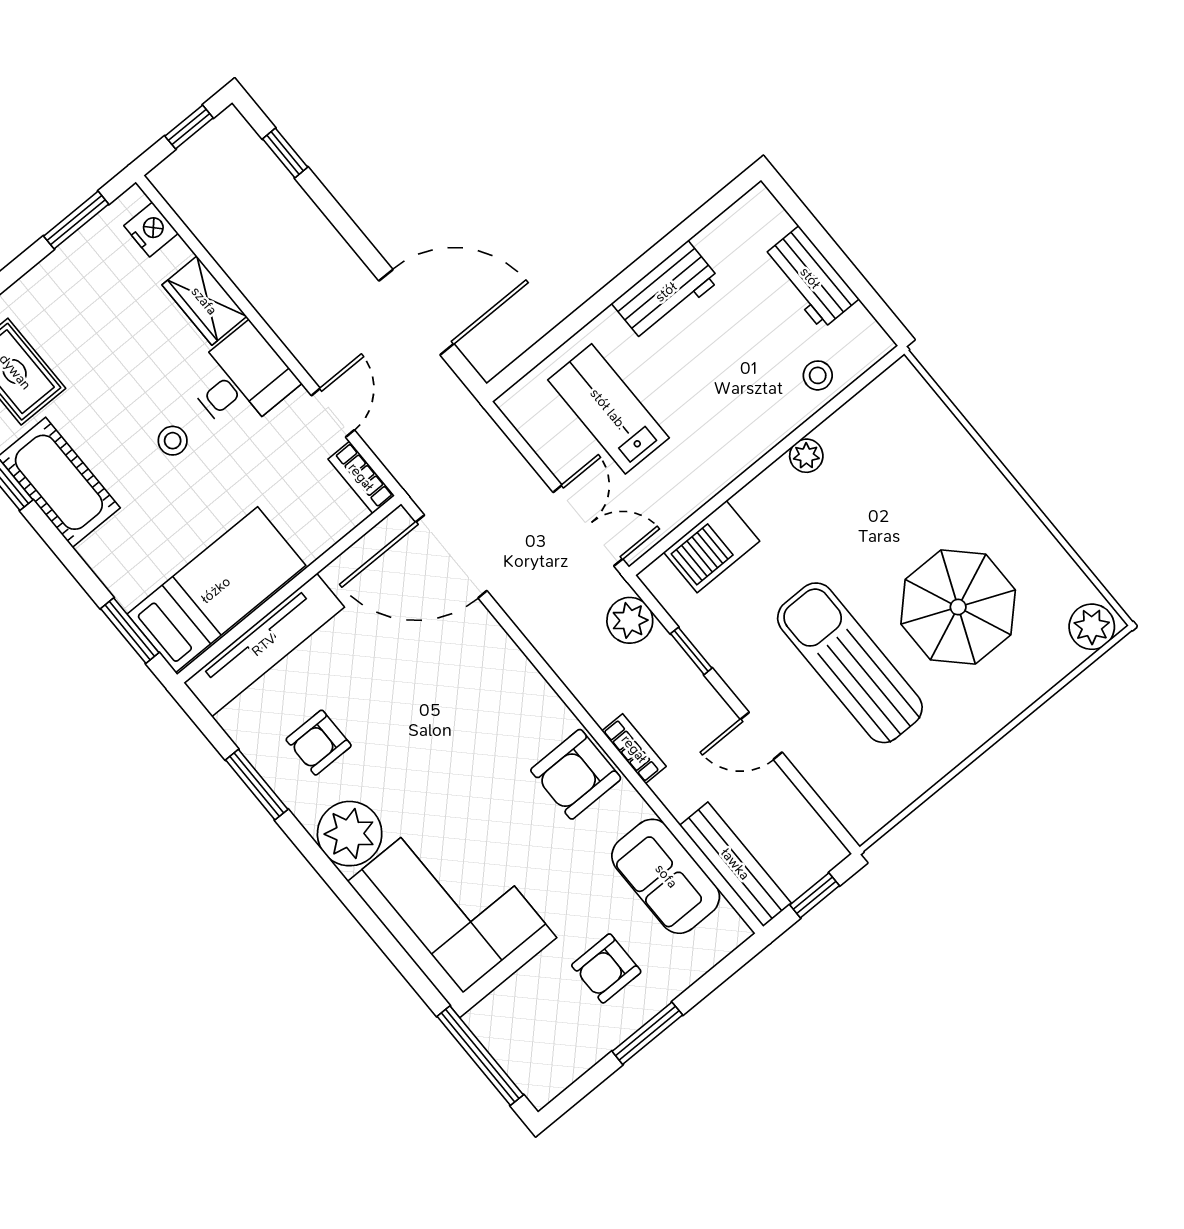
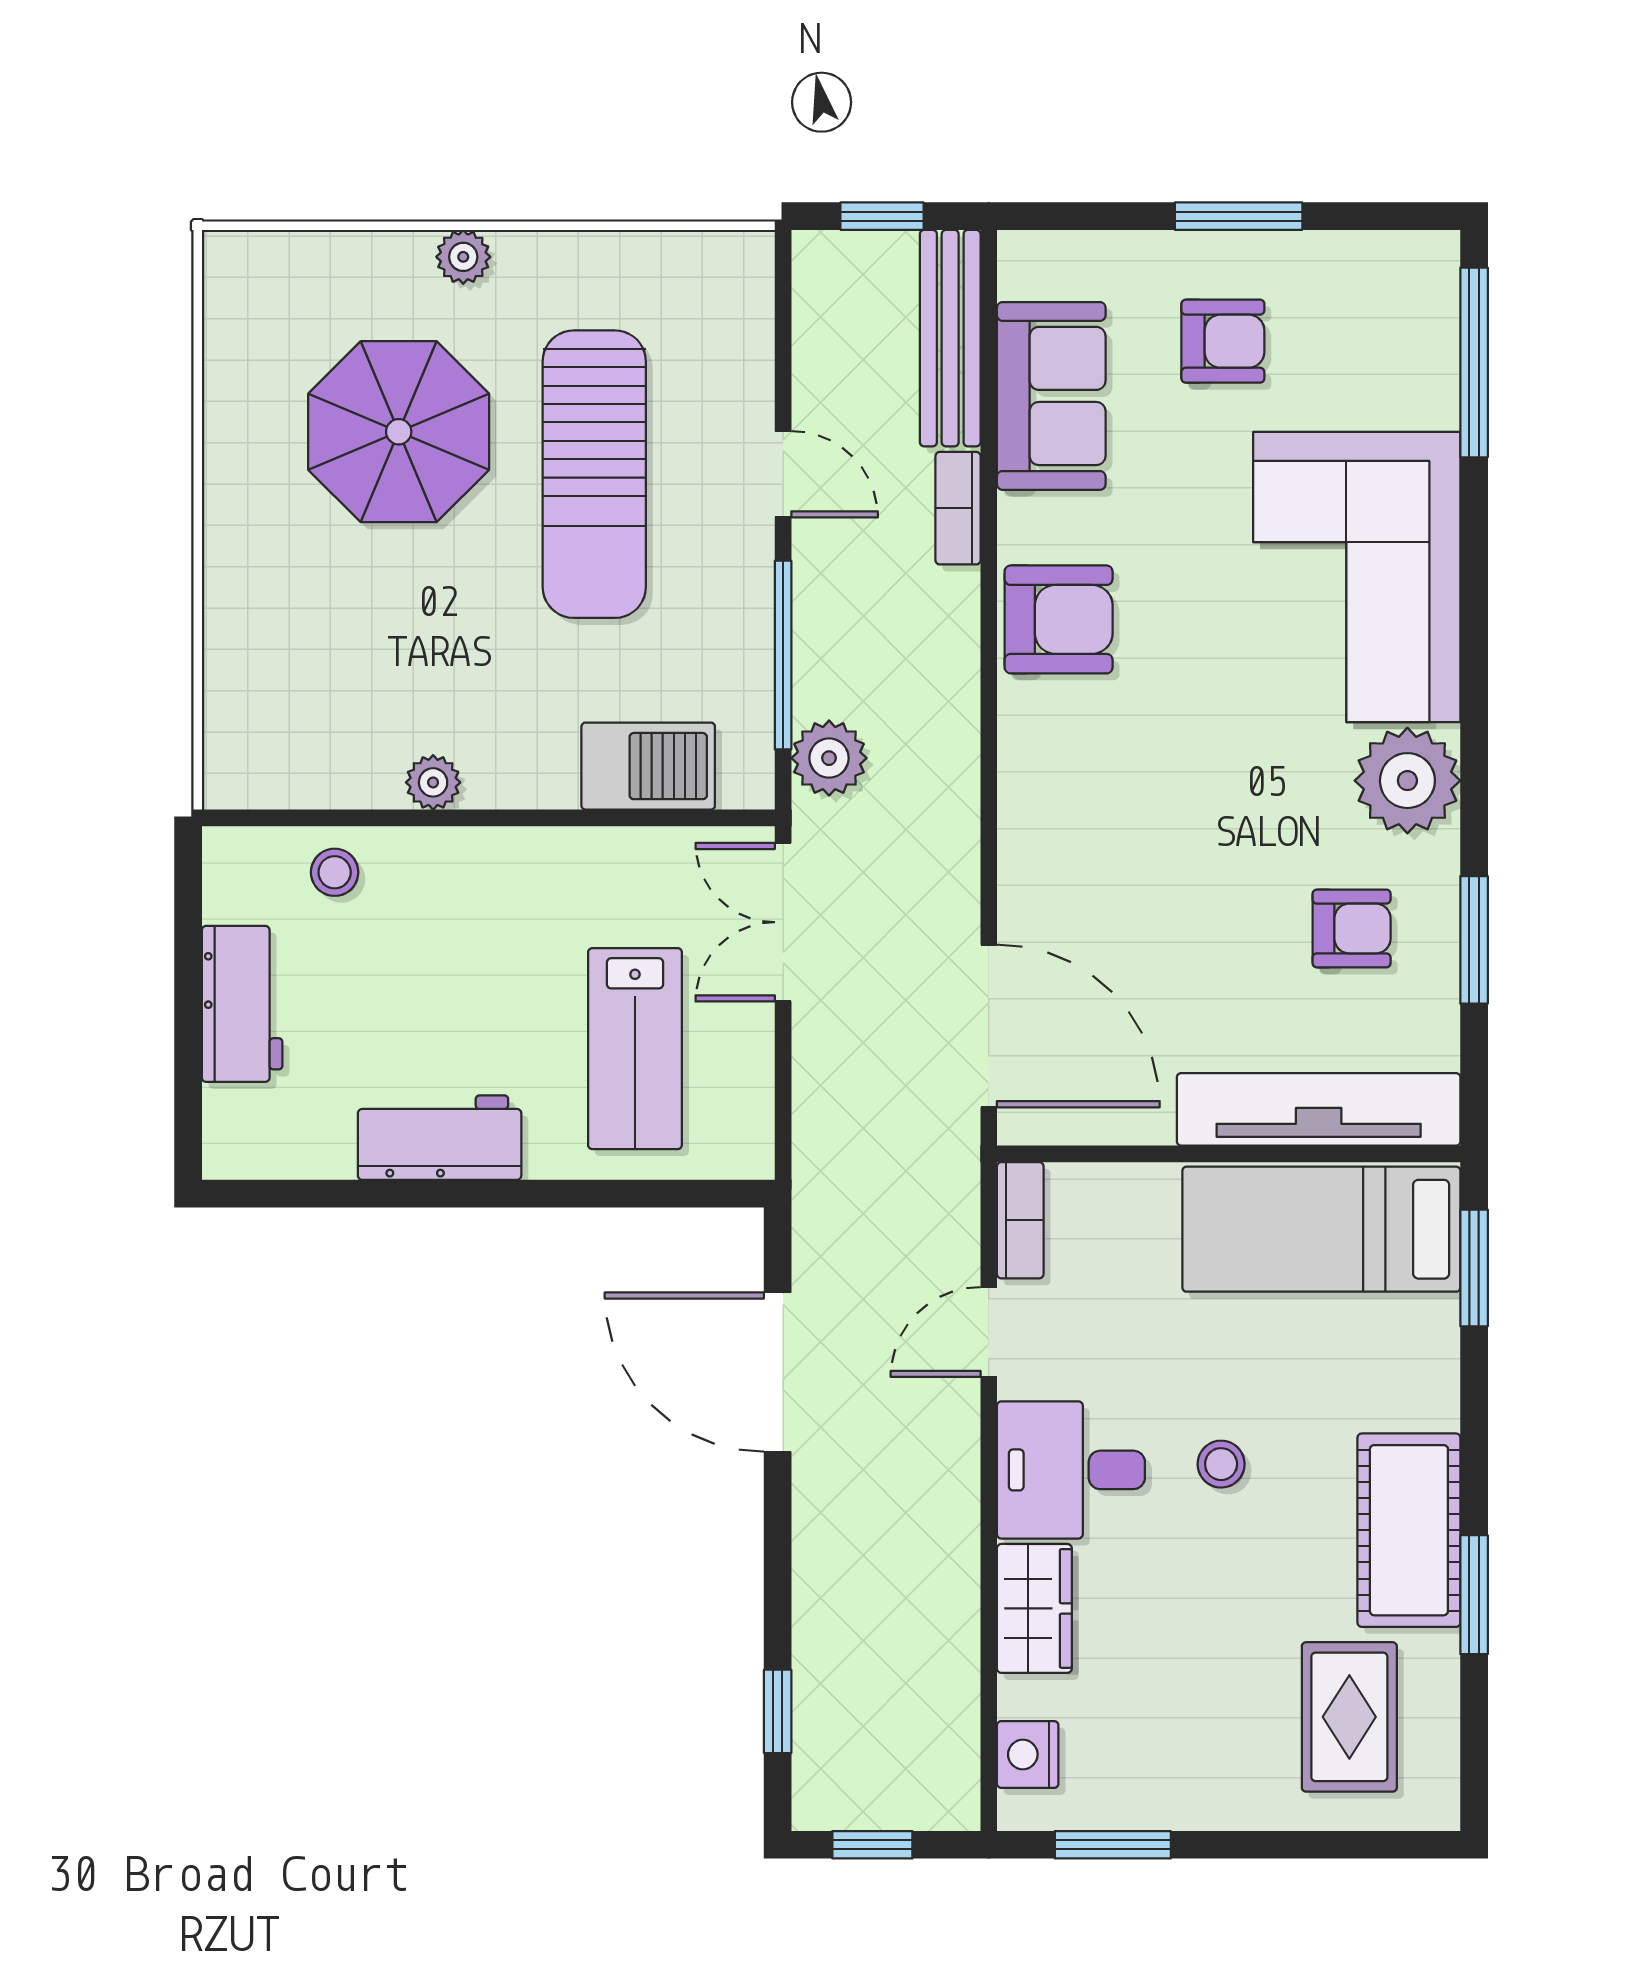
plant: (1092, 627) -> (463, 257), moved, width x0.73, depth x0.73
window: (691, 651) -> (783, 655), width x2.17
bookcase: (634, 749) -> (958, 508), moved

